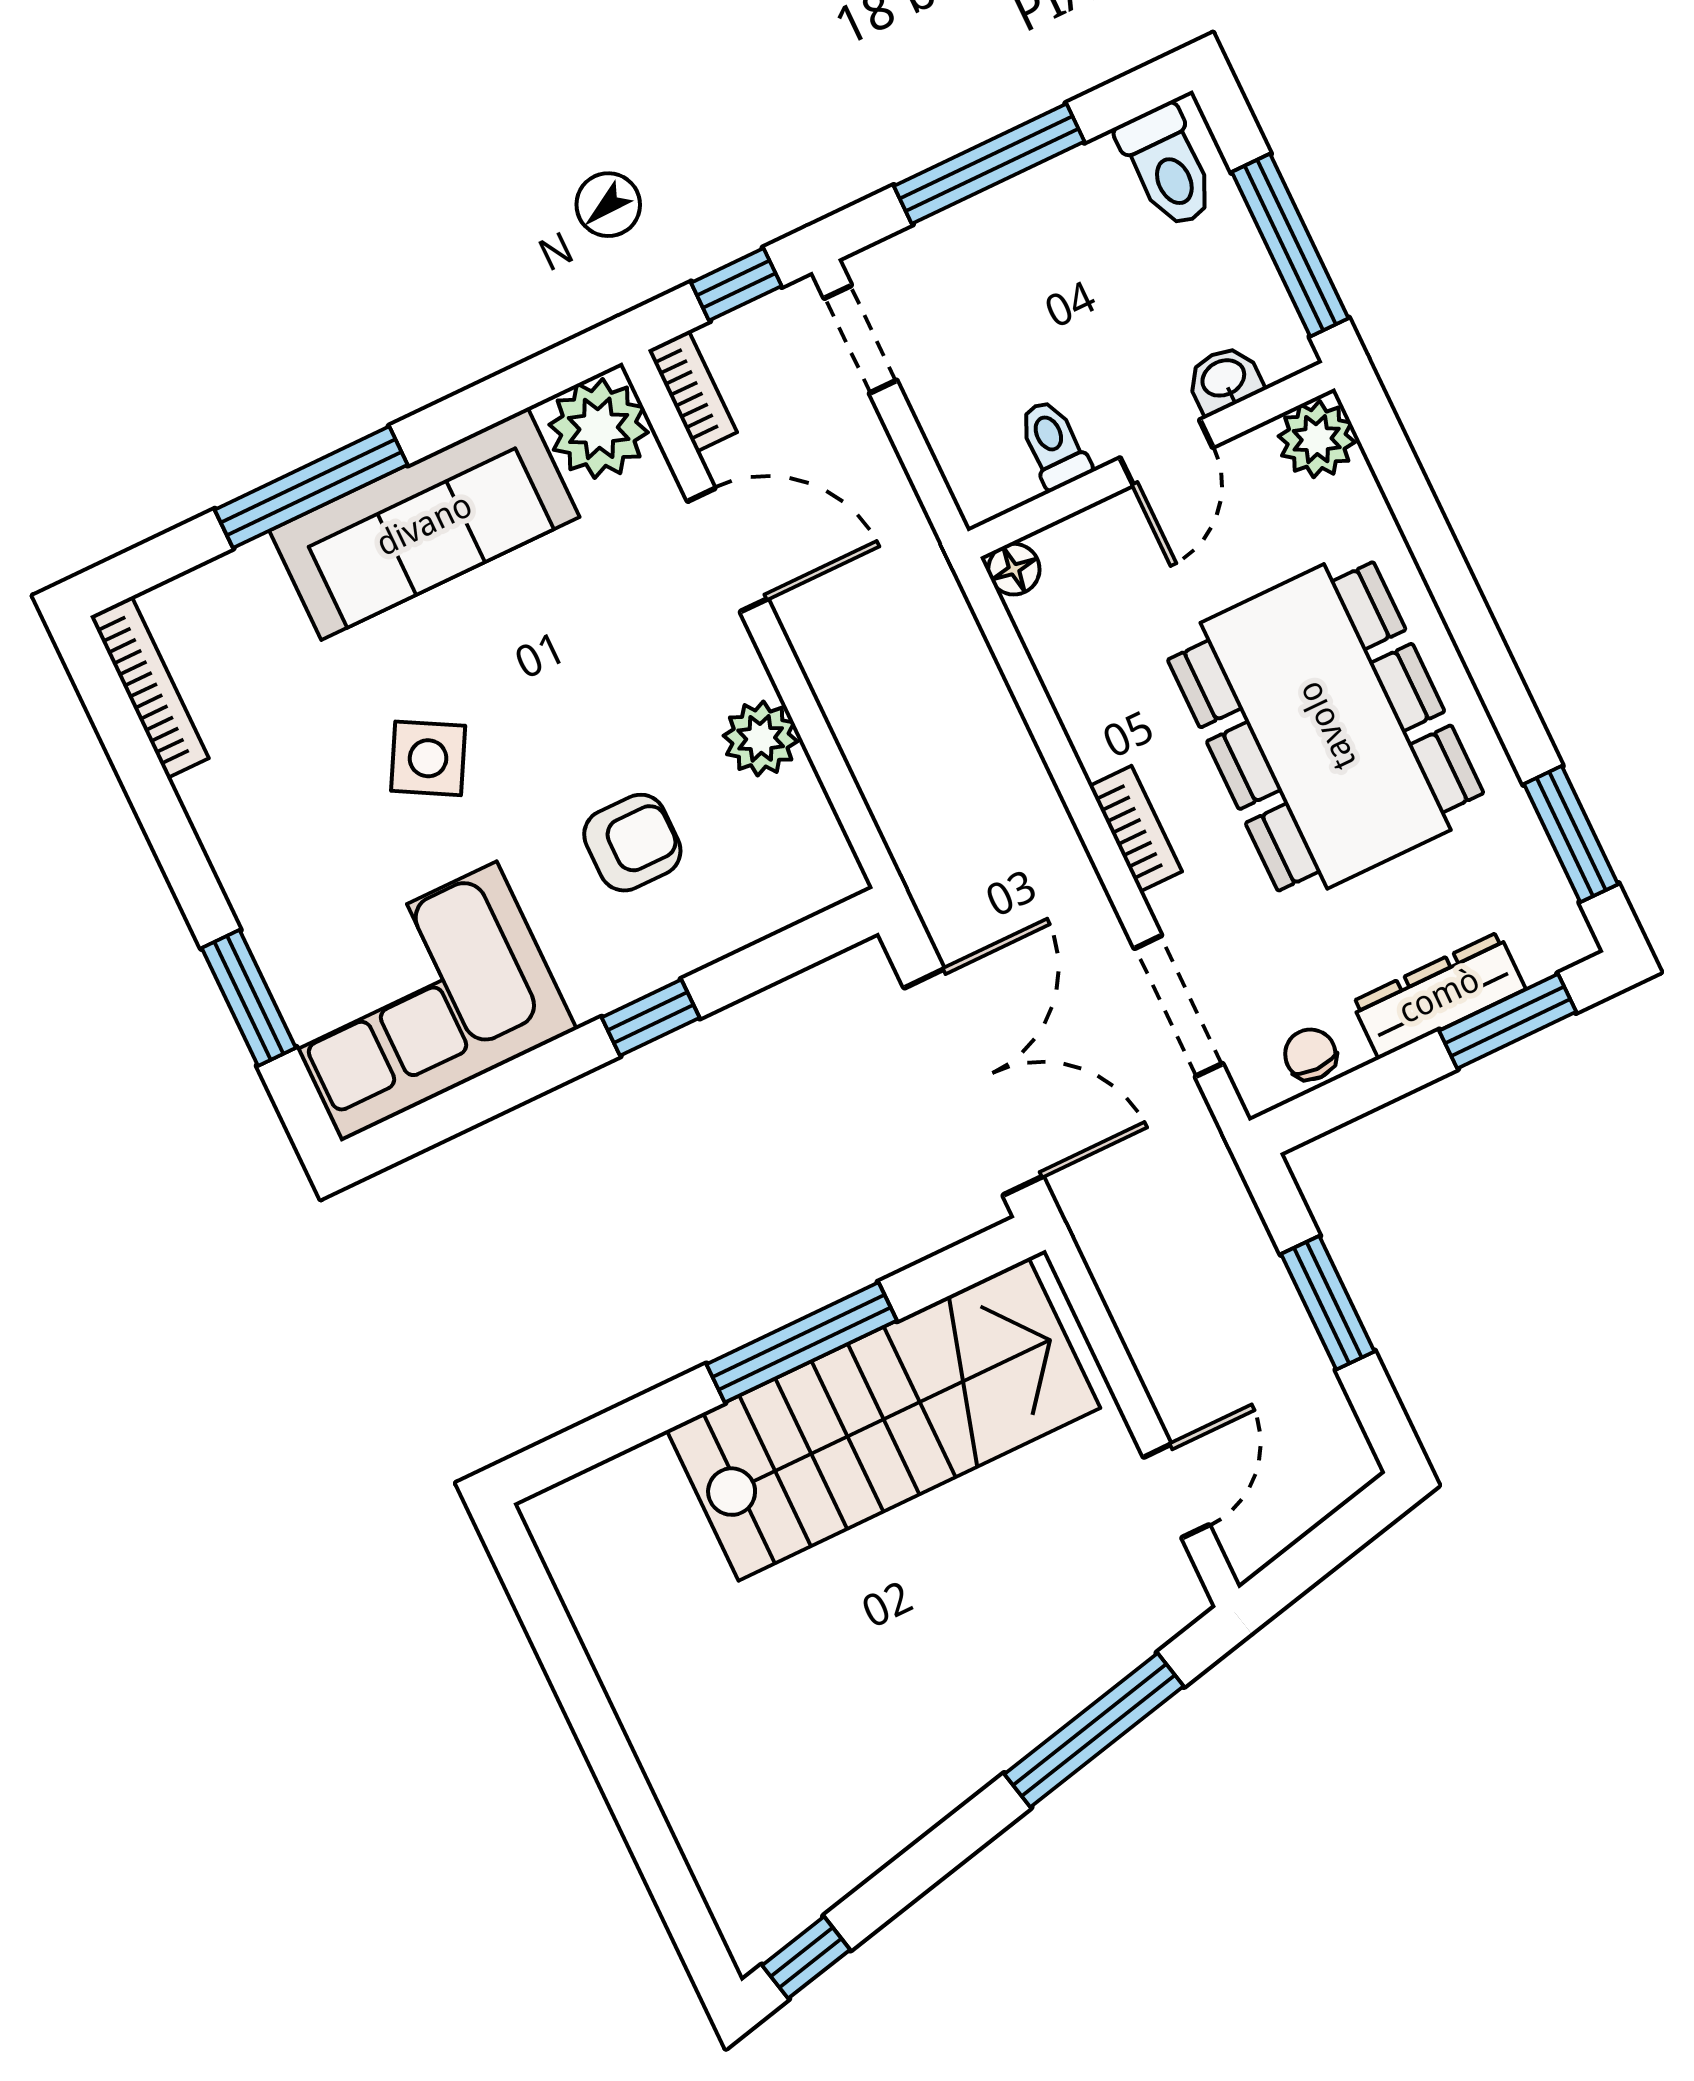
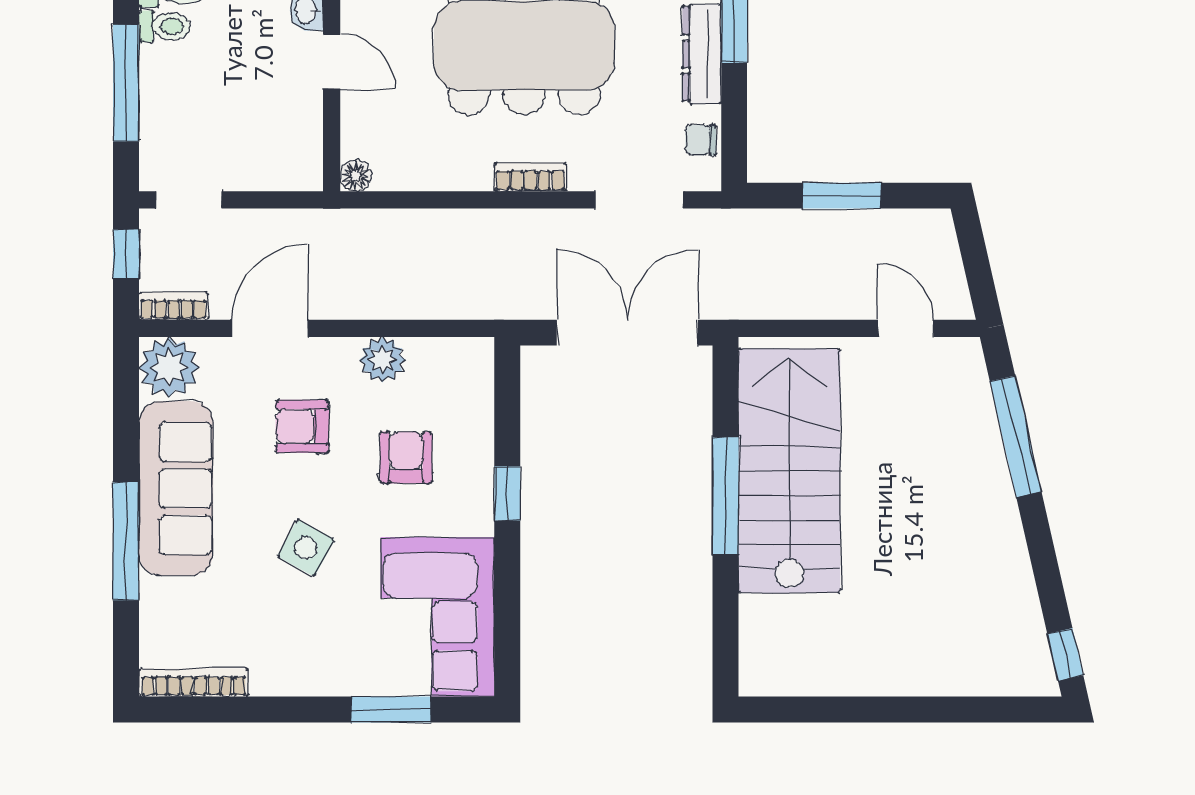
toilet: (1053, 444) -> (165, 26), moved, turned 180
armchair: (605, 667) -> (302, 426), added

